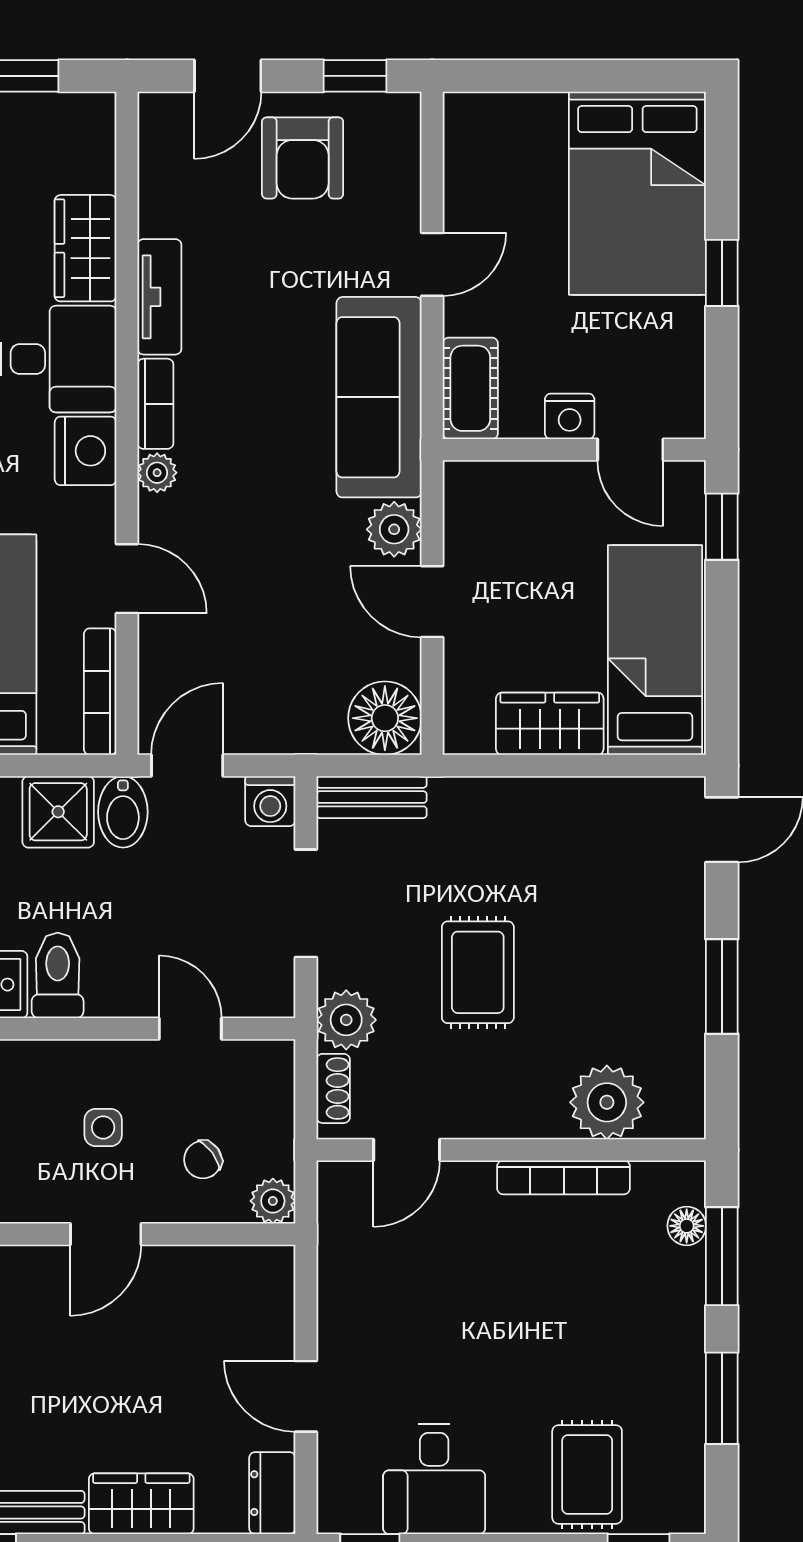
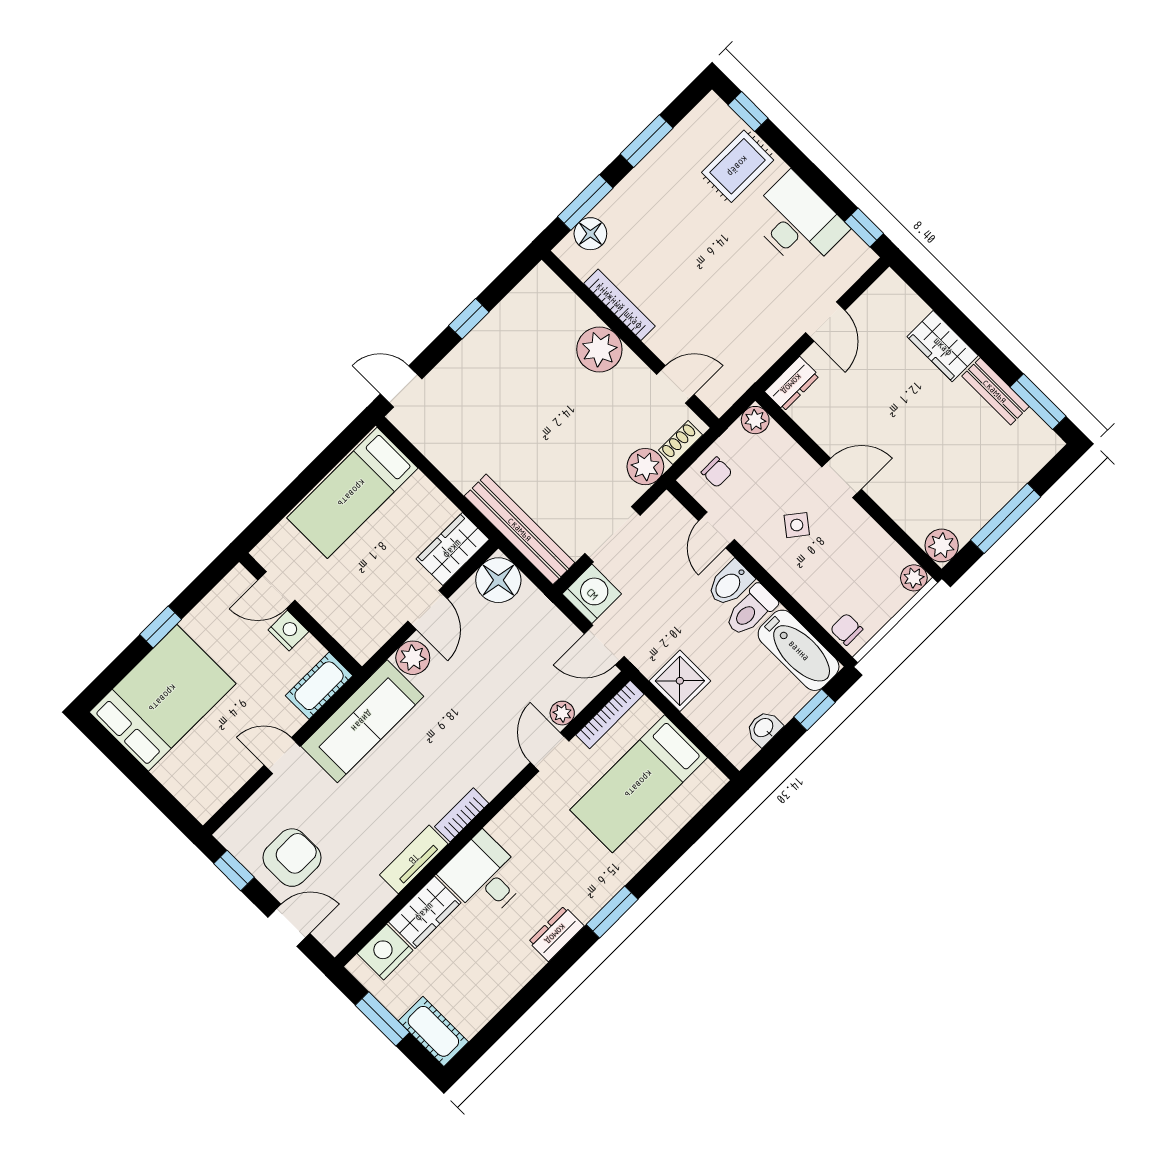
door: (630, 450) -> (276, 590), swing flipped
nightstand: (86, 451) -> (385, 952), moved
plant: (157, 473) -> (562, 713), moved
window: (722, 527) -> (270, 517), removed
wardrobe: (550, 724) -> (453, 549), moved, turned 90
bench: (372, 797) -> (520, 529), width x1.86, depth x1.21
washing machine: (270, 801) -> (592, 594), width x1.38, depth x1.38
bidet: (123, 812) -> (730, 584), moved, turned 180
rug: (478, 972) -> (568, 430), removed
window: (722, 987) -> (469, 319), width x0.67
plant: (607, 1102) -> (599, 349), moved
side table: (103, 1127) -> (797, 525), turned 38
chair: (203, 1160) -> (717, 472), moved, turned 36
floor lamp: (687, 1226) -> (590, 234), width x1.37, depth x1.37
desk: (434, 1479) -> (797, 222), width x1.37
dresser: (272, 1493) -> (792, 384), moved

